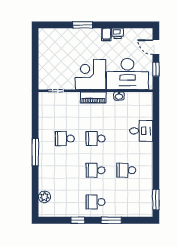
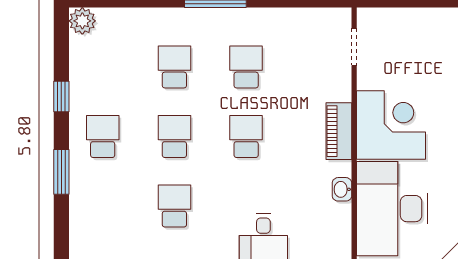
school desk: (65, 170) -> (174, 67), added
plant: (44, 197) -> (82, 21), moved

